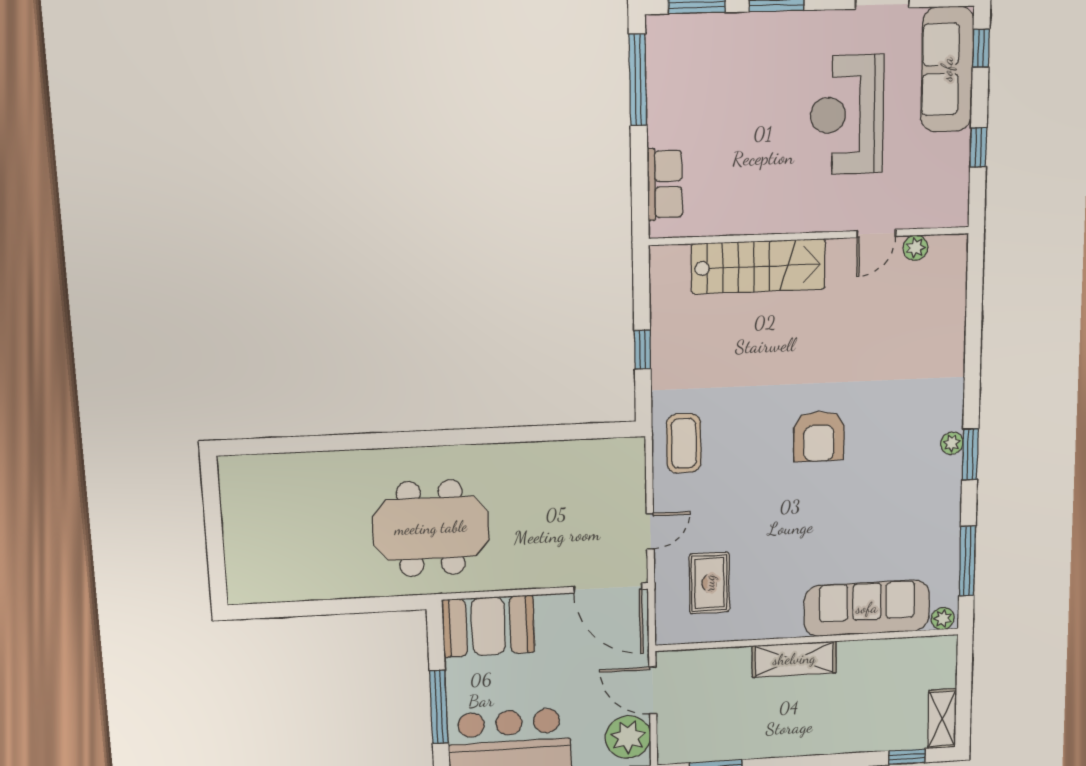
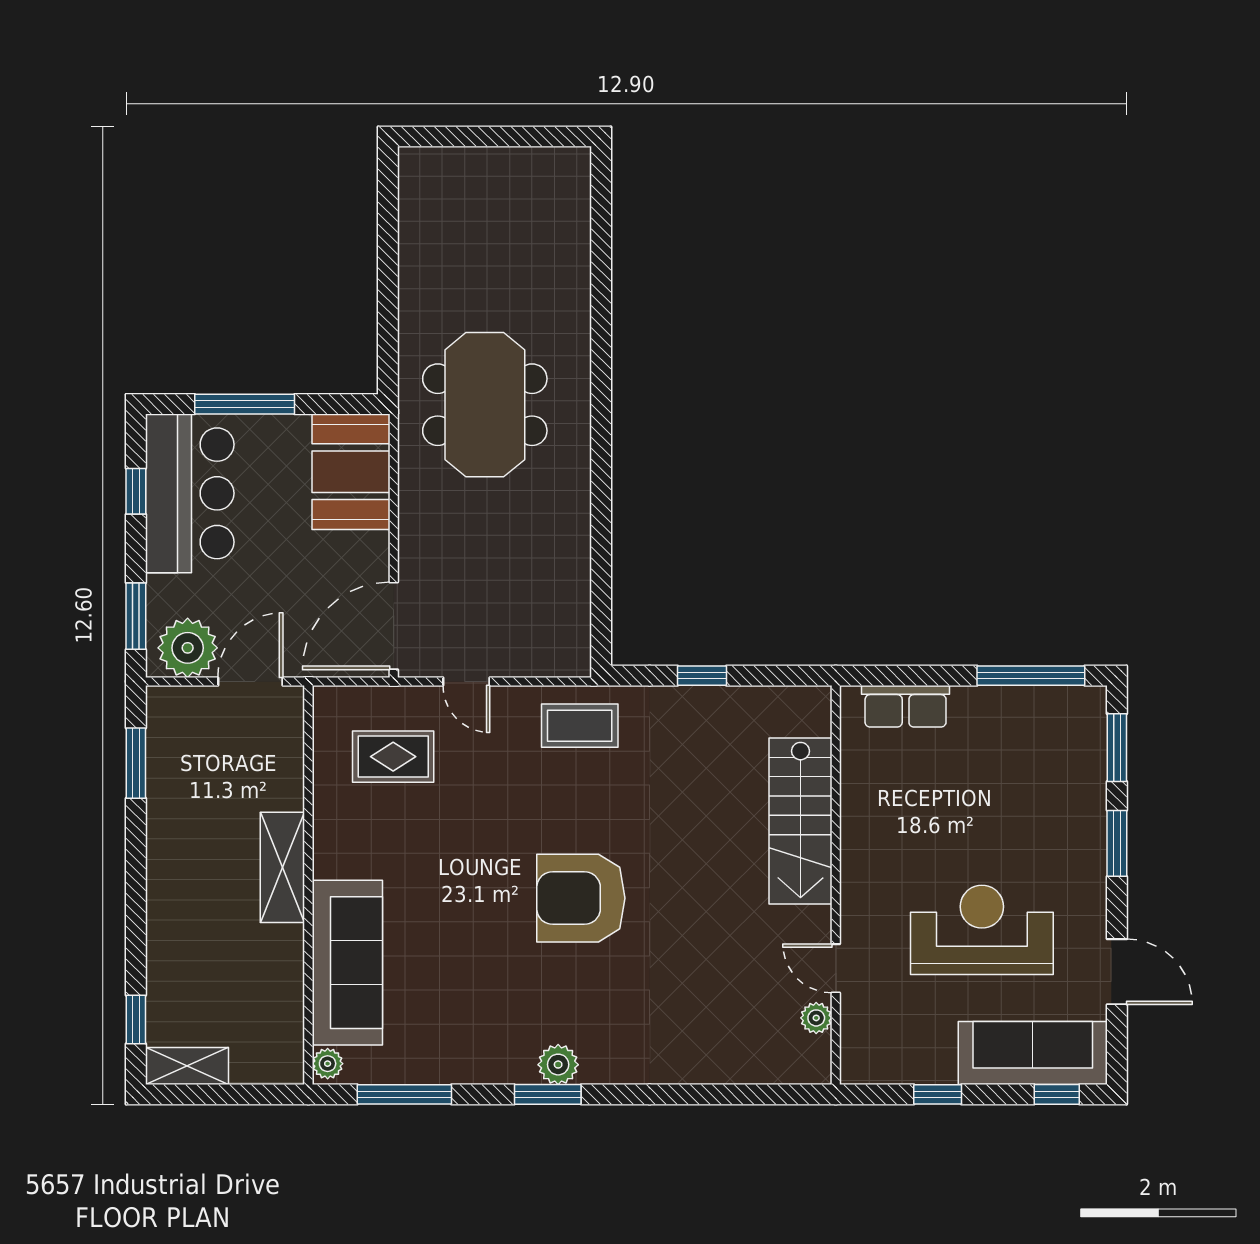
armchair: (819, 436) -> (581, 898), width x1.36, depth x1.36
plant: (952, 443) -> (558, 1065), width x1.38, depth x1.38

